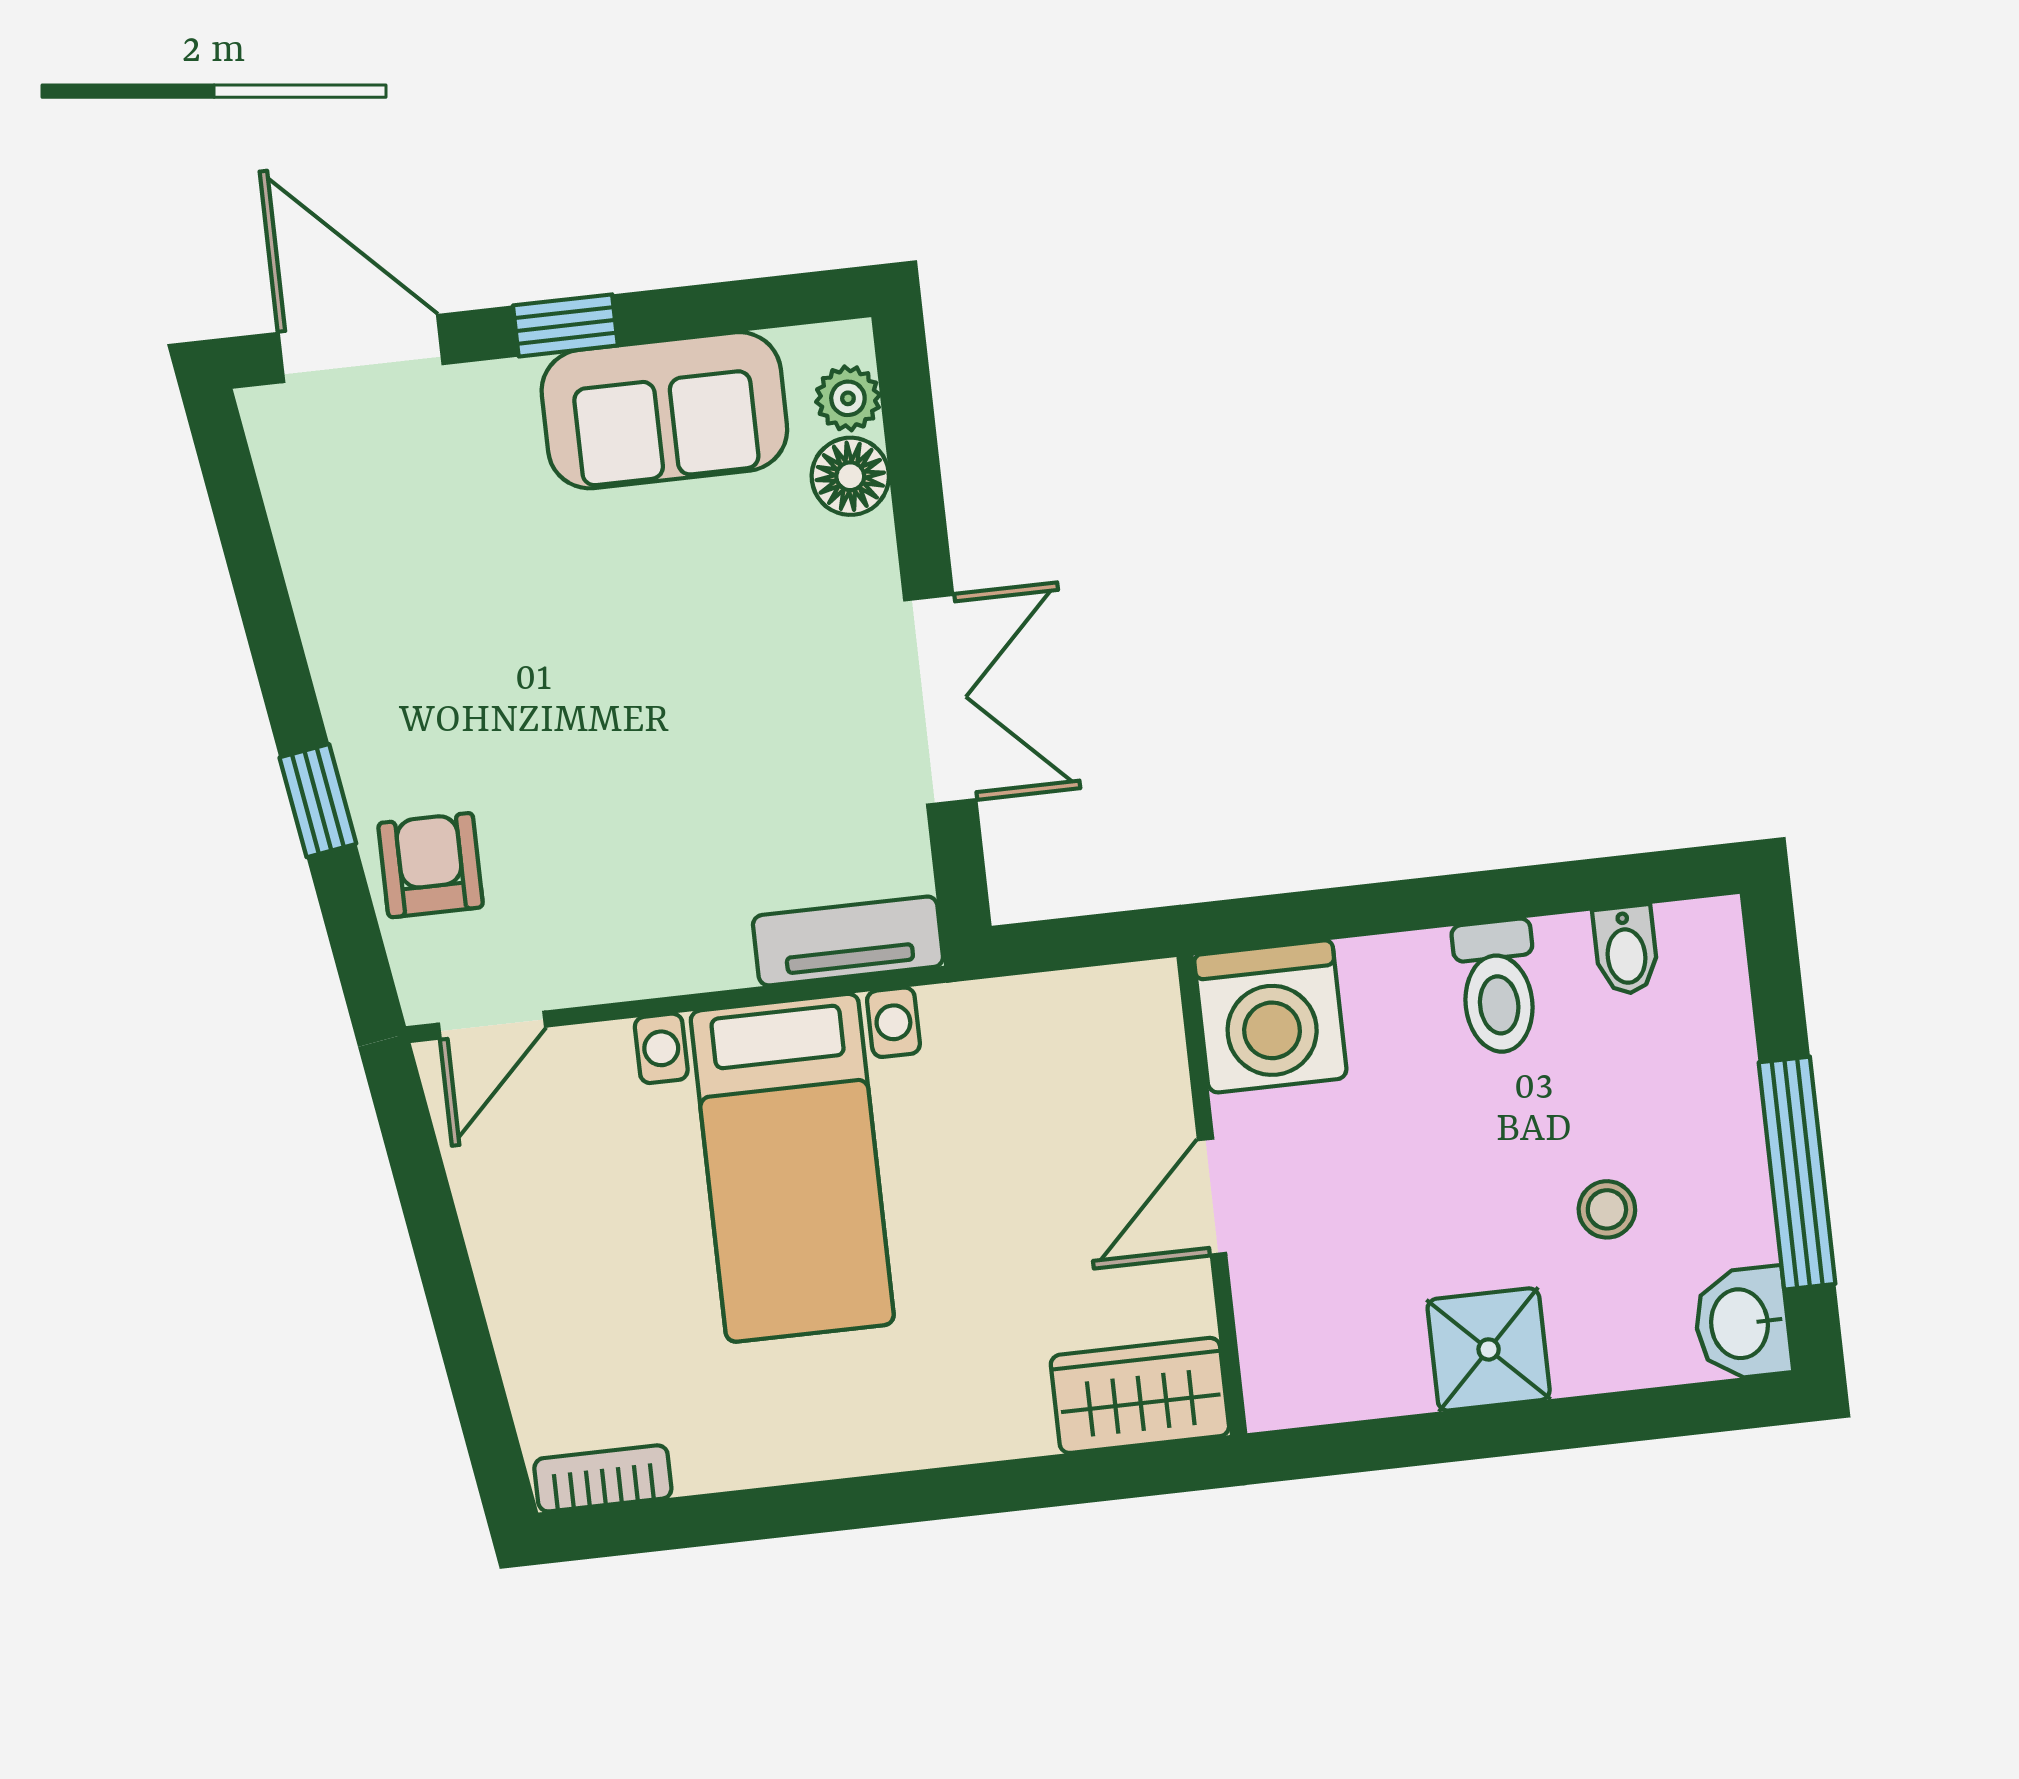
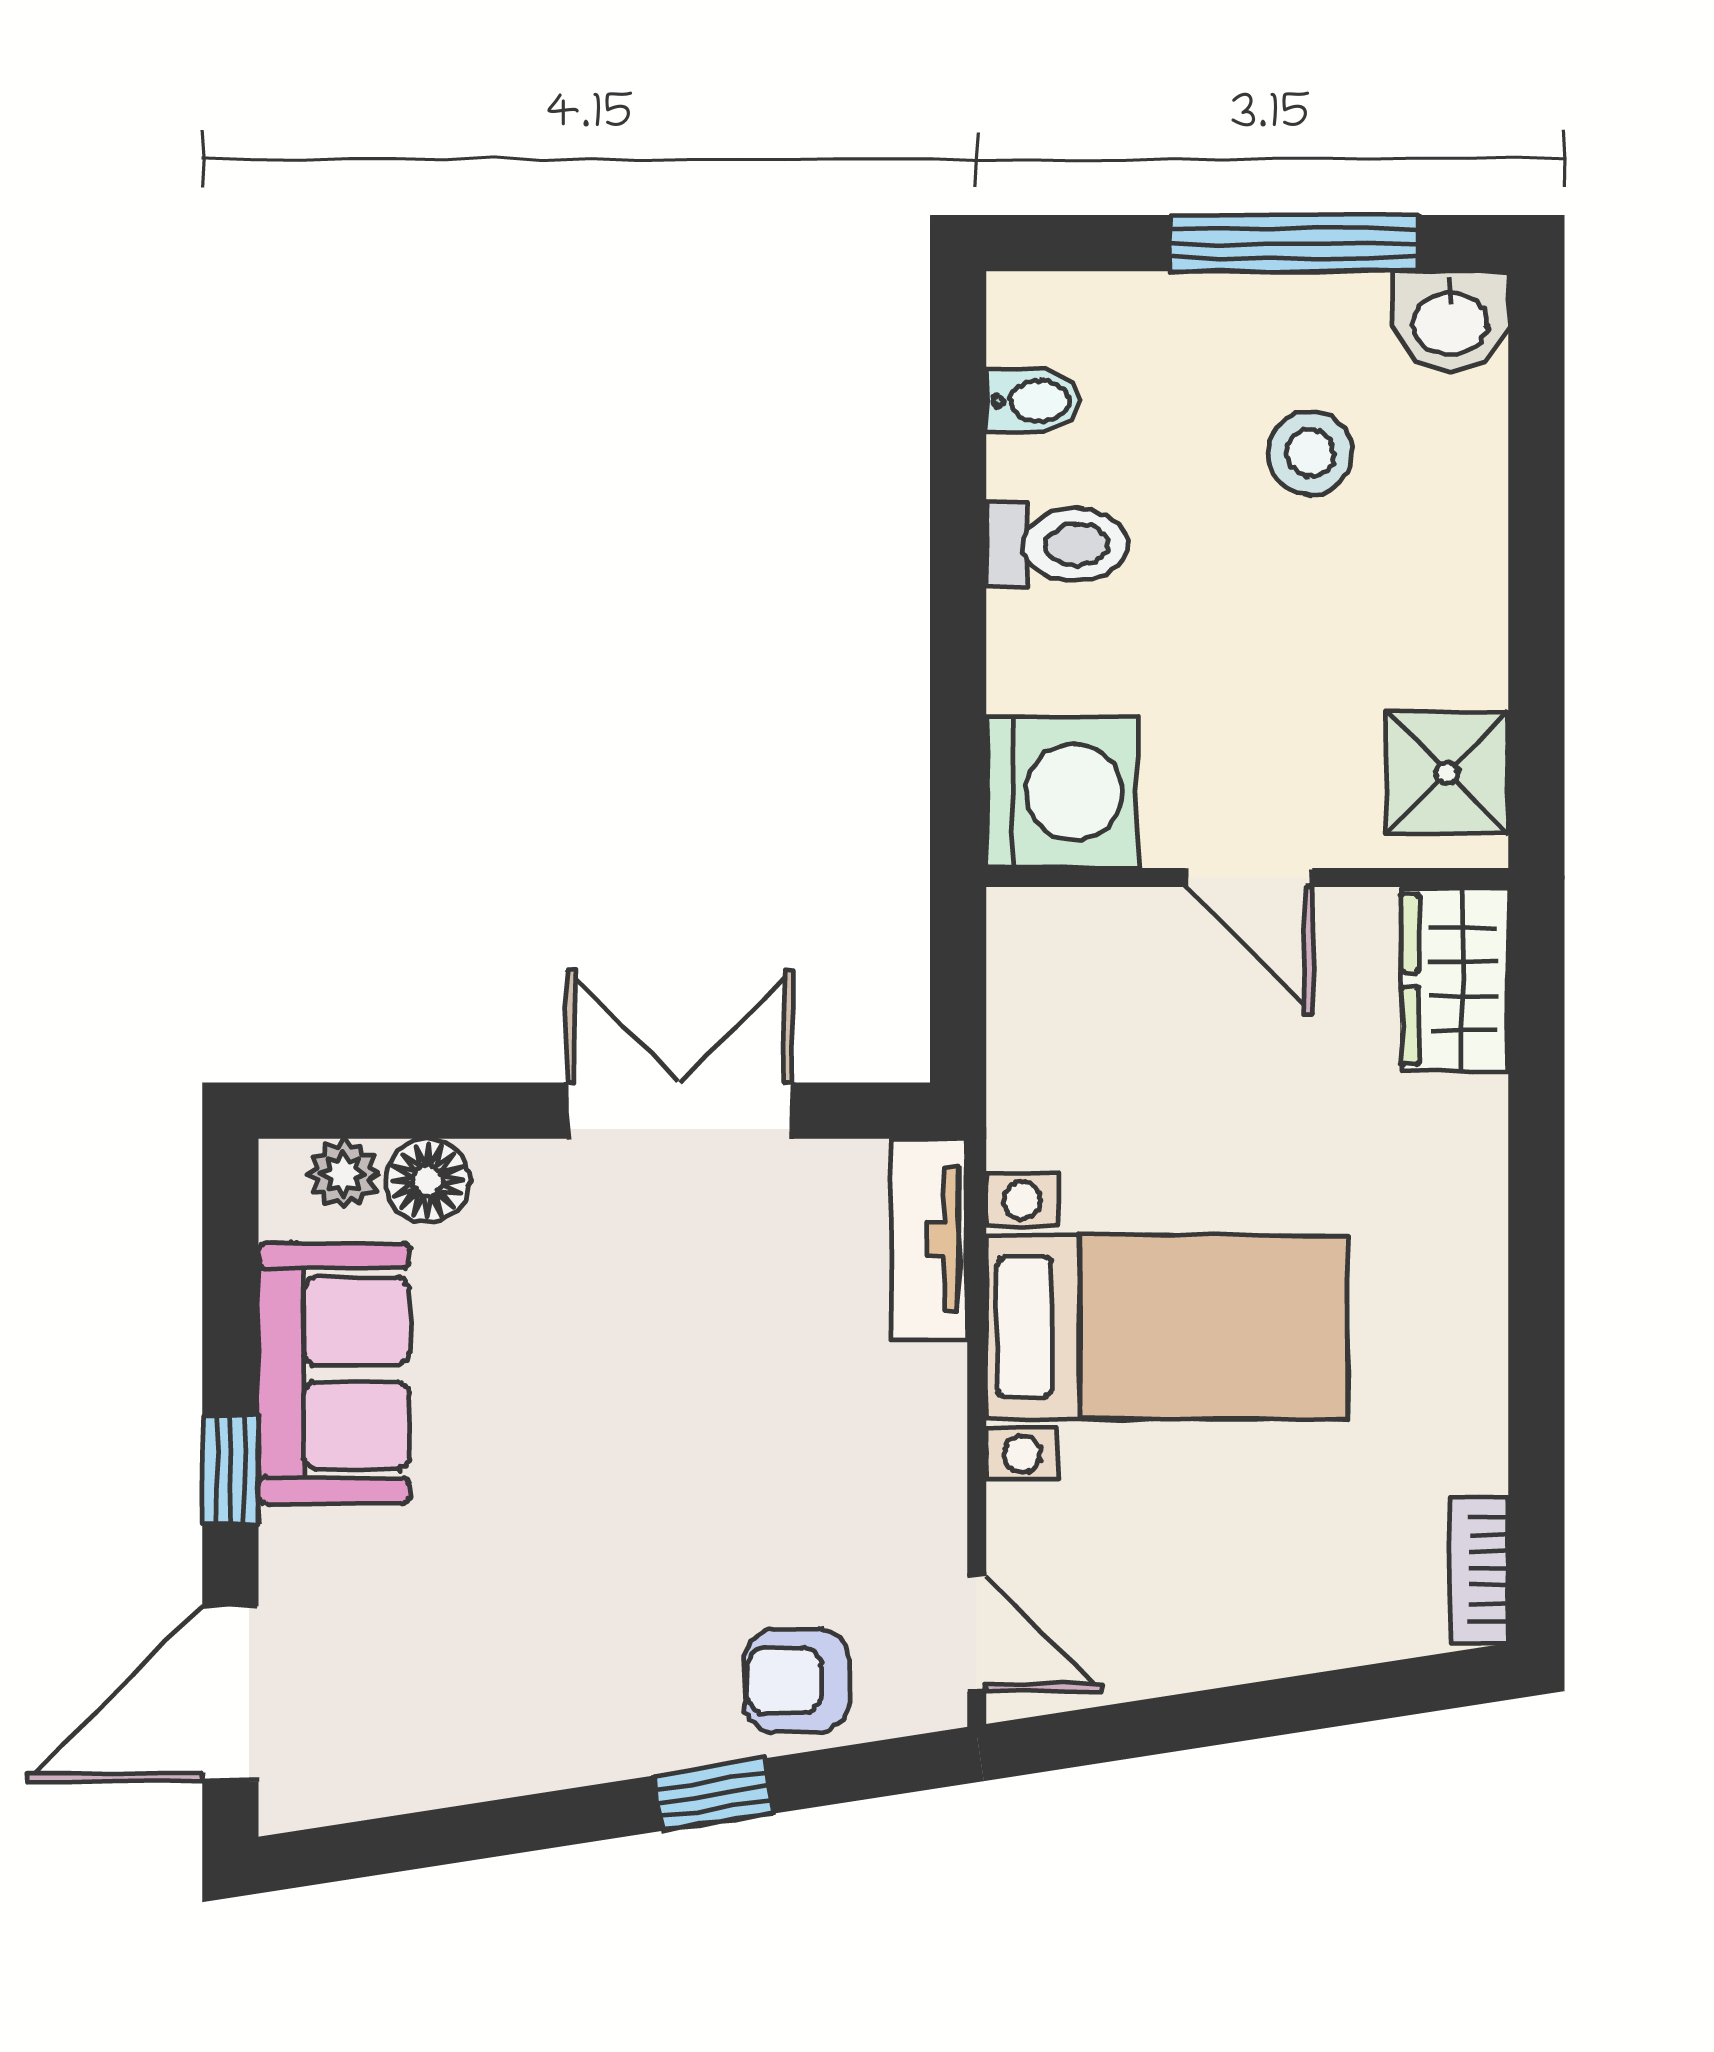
stool: (1607, 1209) -> (1310, 453), width x1.37, depth x1.37
shower: (1489, 1349) -> (1447, 773), moved

